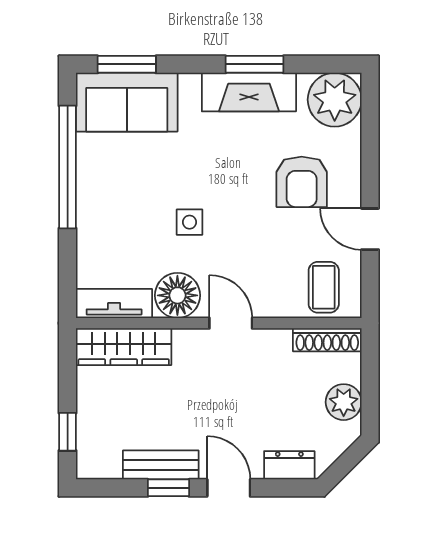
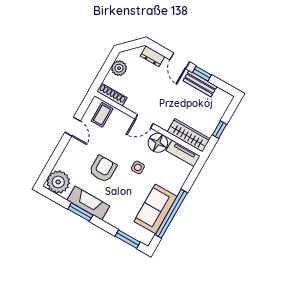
sofa: (127, 102) -> (156, 209), moved, turned -90
armchair: (302, 182) -> (103, 169), moved
door: (231, 323) -> (144, 121), hinge flipped
window: (68, 432) -> (219, 130), moved

